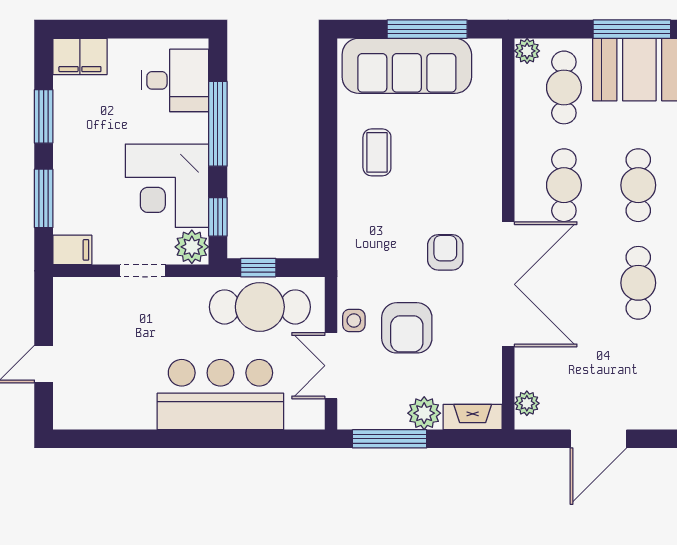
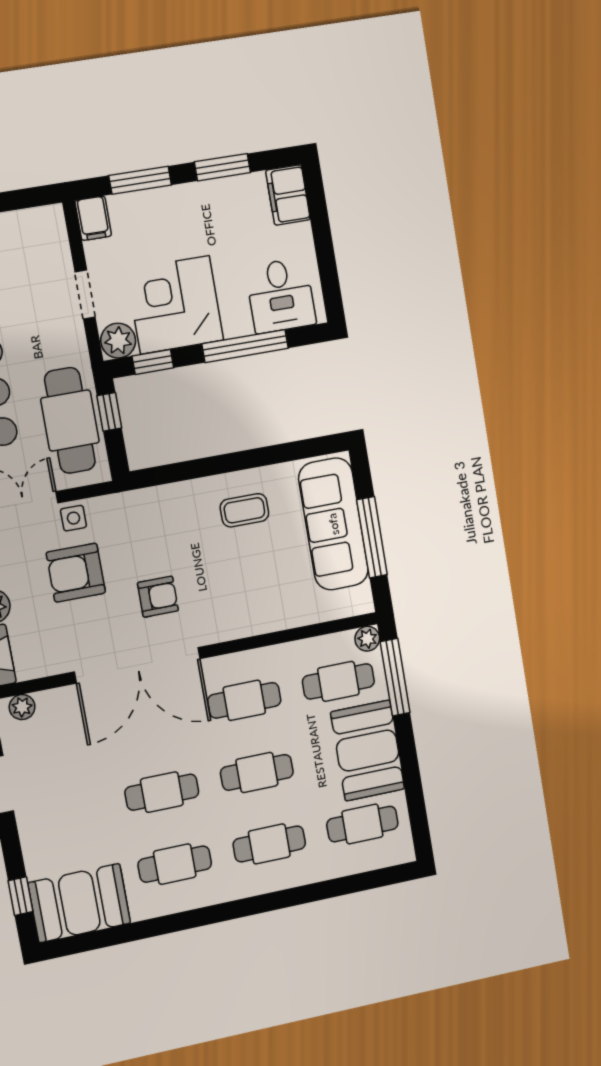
window: (632, 29) -> (395, 677), moved

